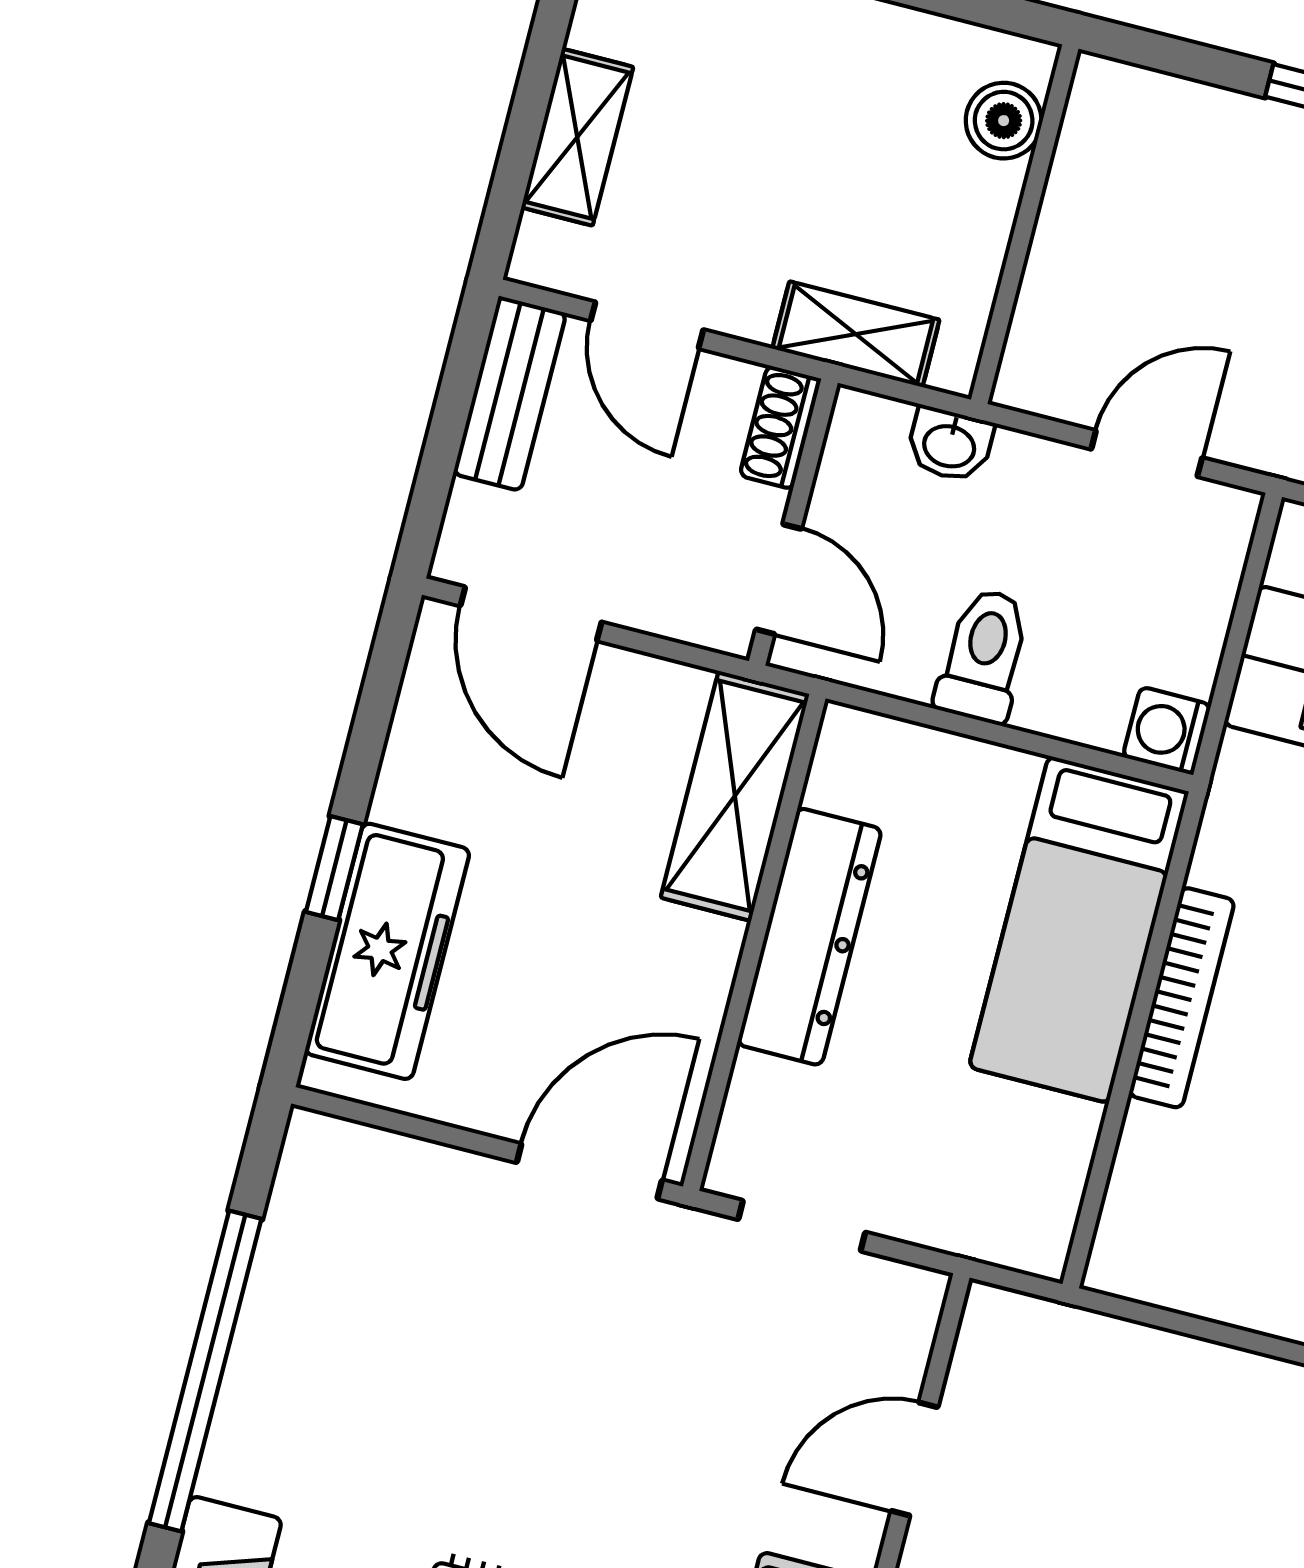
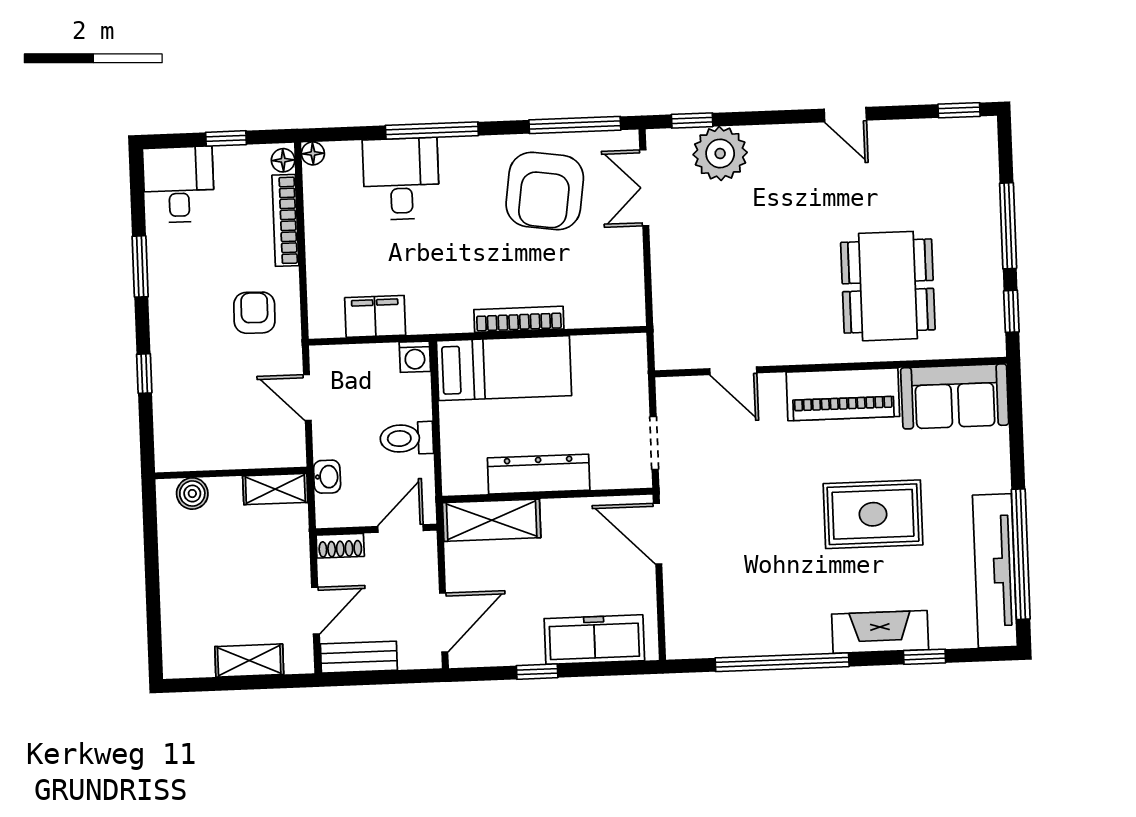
shelving: (856, 334) -> (275, 489), moved, turned 90
window: (334, 868) -> (537, 672), moved

